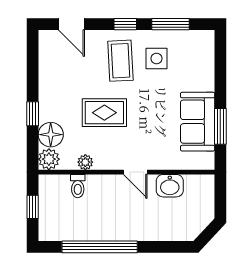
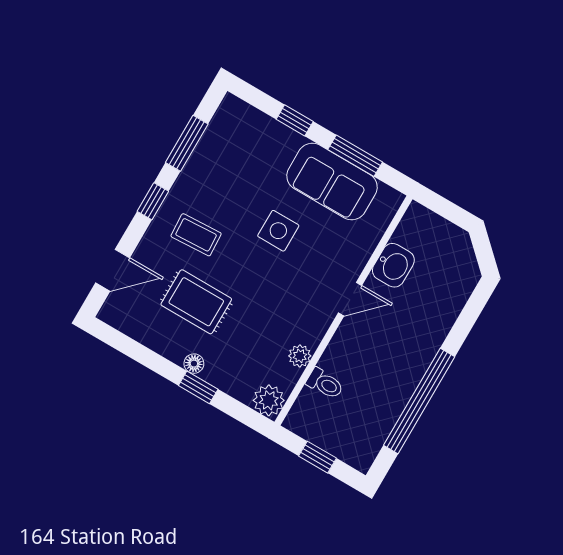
side table: (157, 58) -> (278, 231), moved
coffee table: (120, 61) -> (196, 235), width x0.73, depth x0.77
window: (220, 79) -> (295, 120), added
rug: (104, 113) -> (196, 302), moved, turned 90
floor lamp: (51, 135) -> (194, 364), moved, width x0.53, depth x0.53

